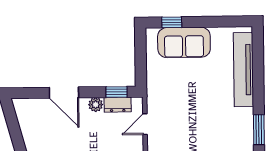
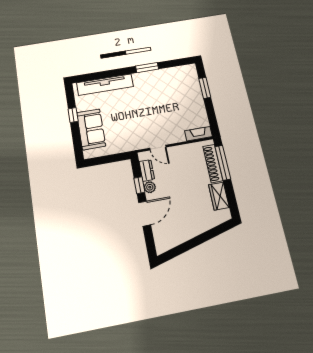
window: (172, 22) -> (73, 115), moved
window: (117, 92) -> (139, 185), moved

